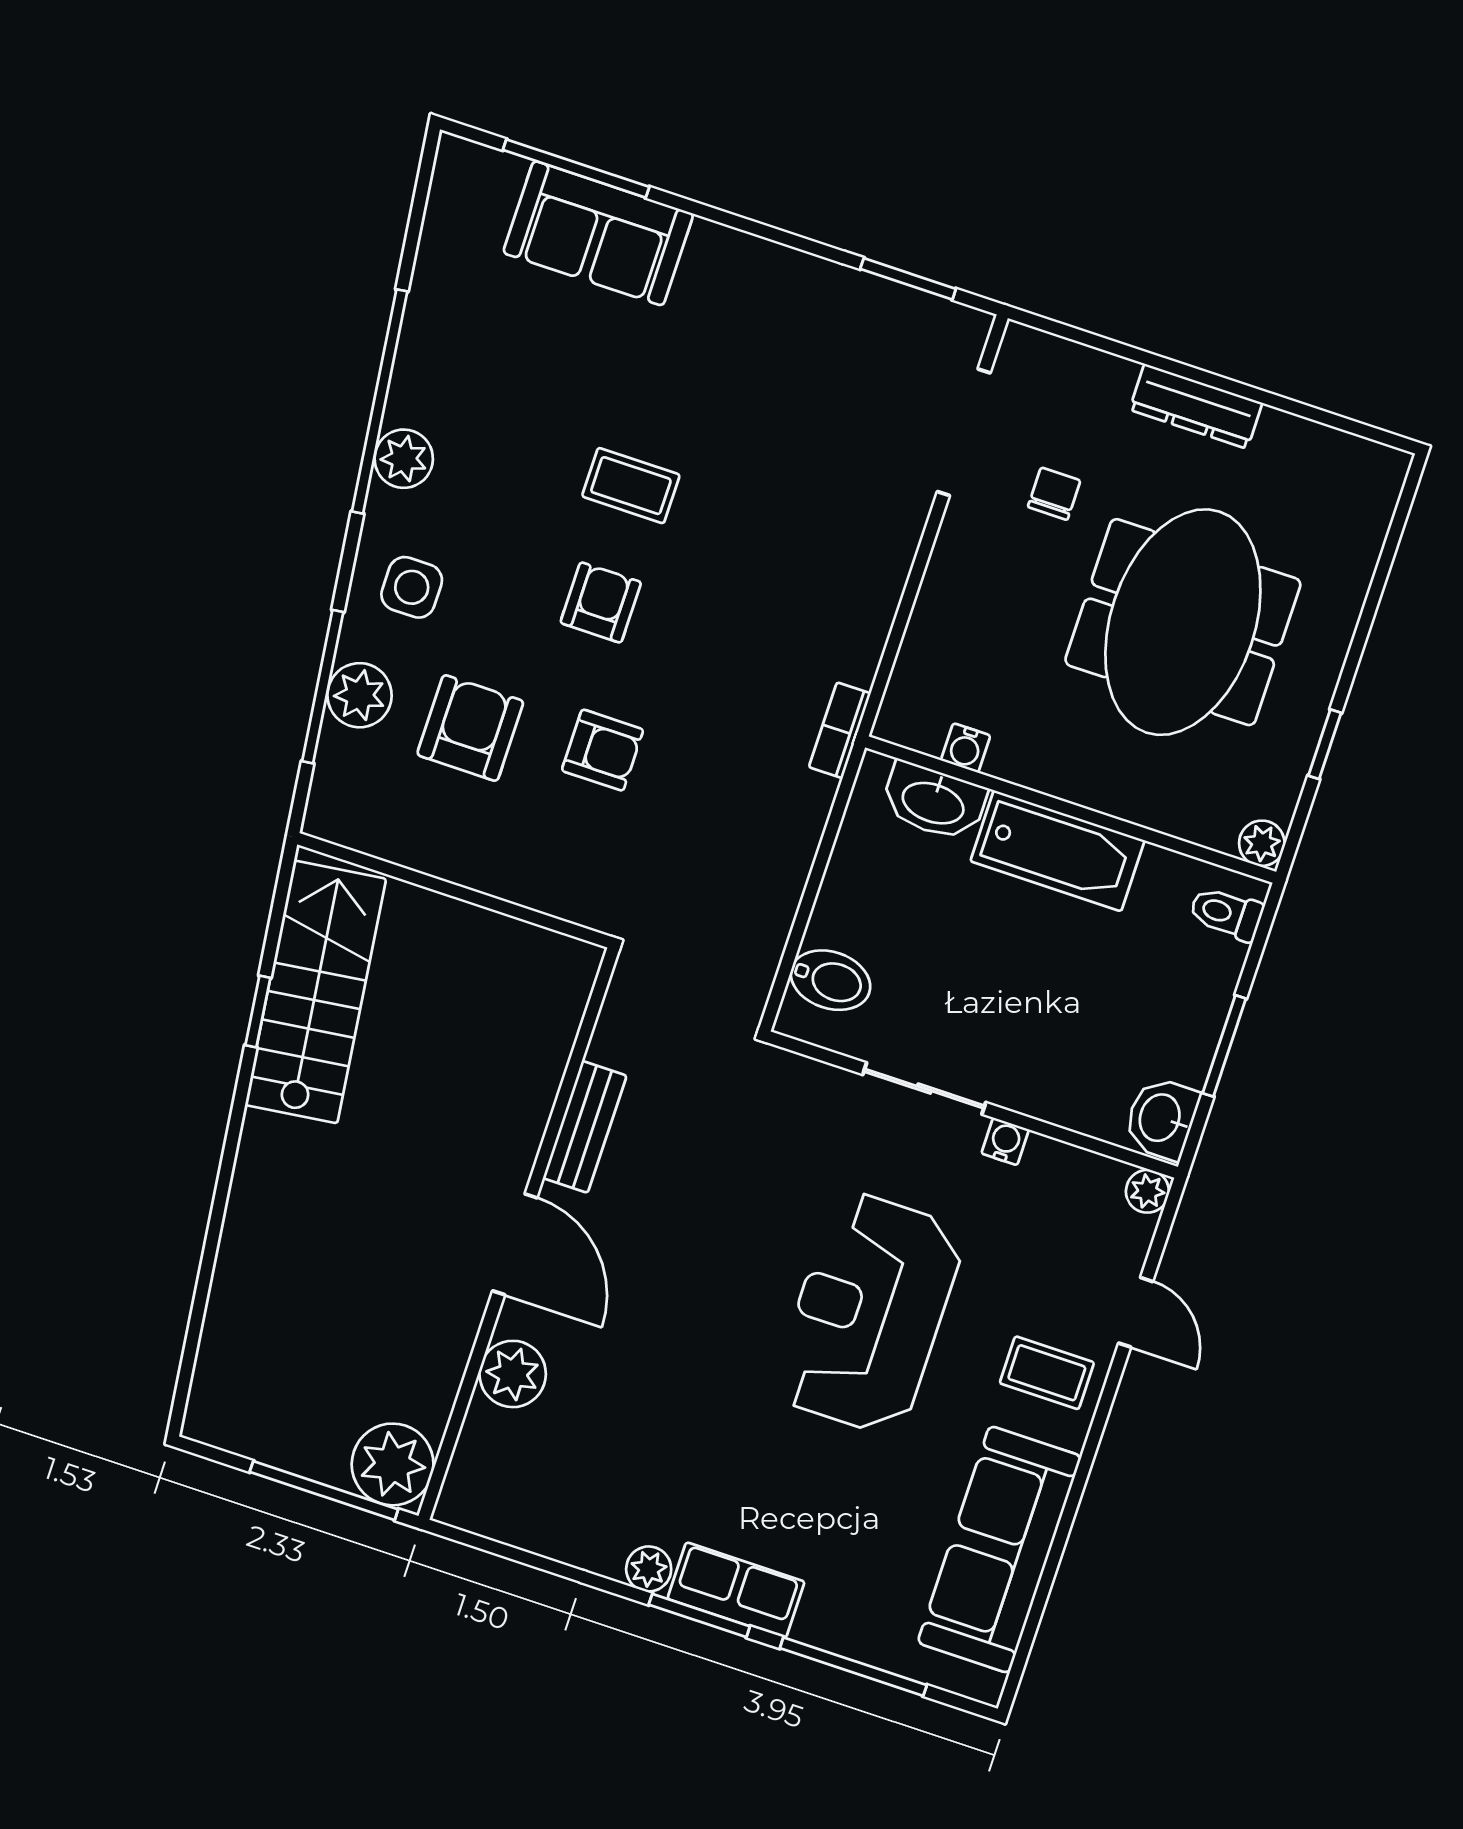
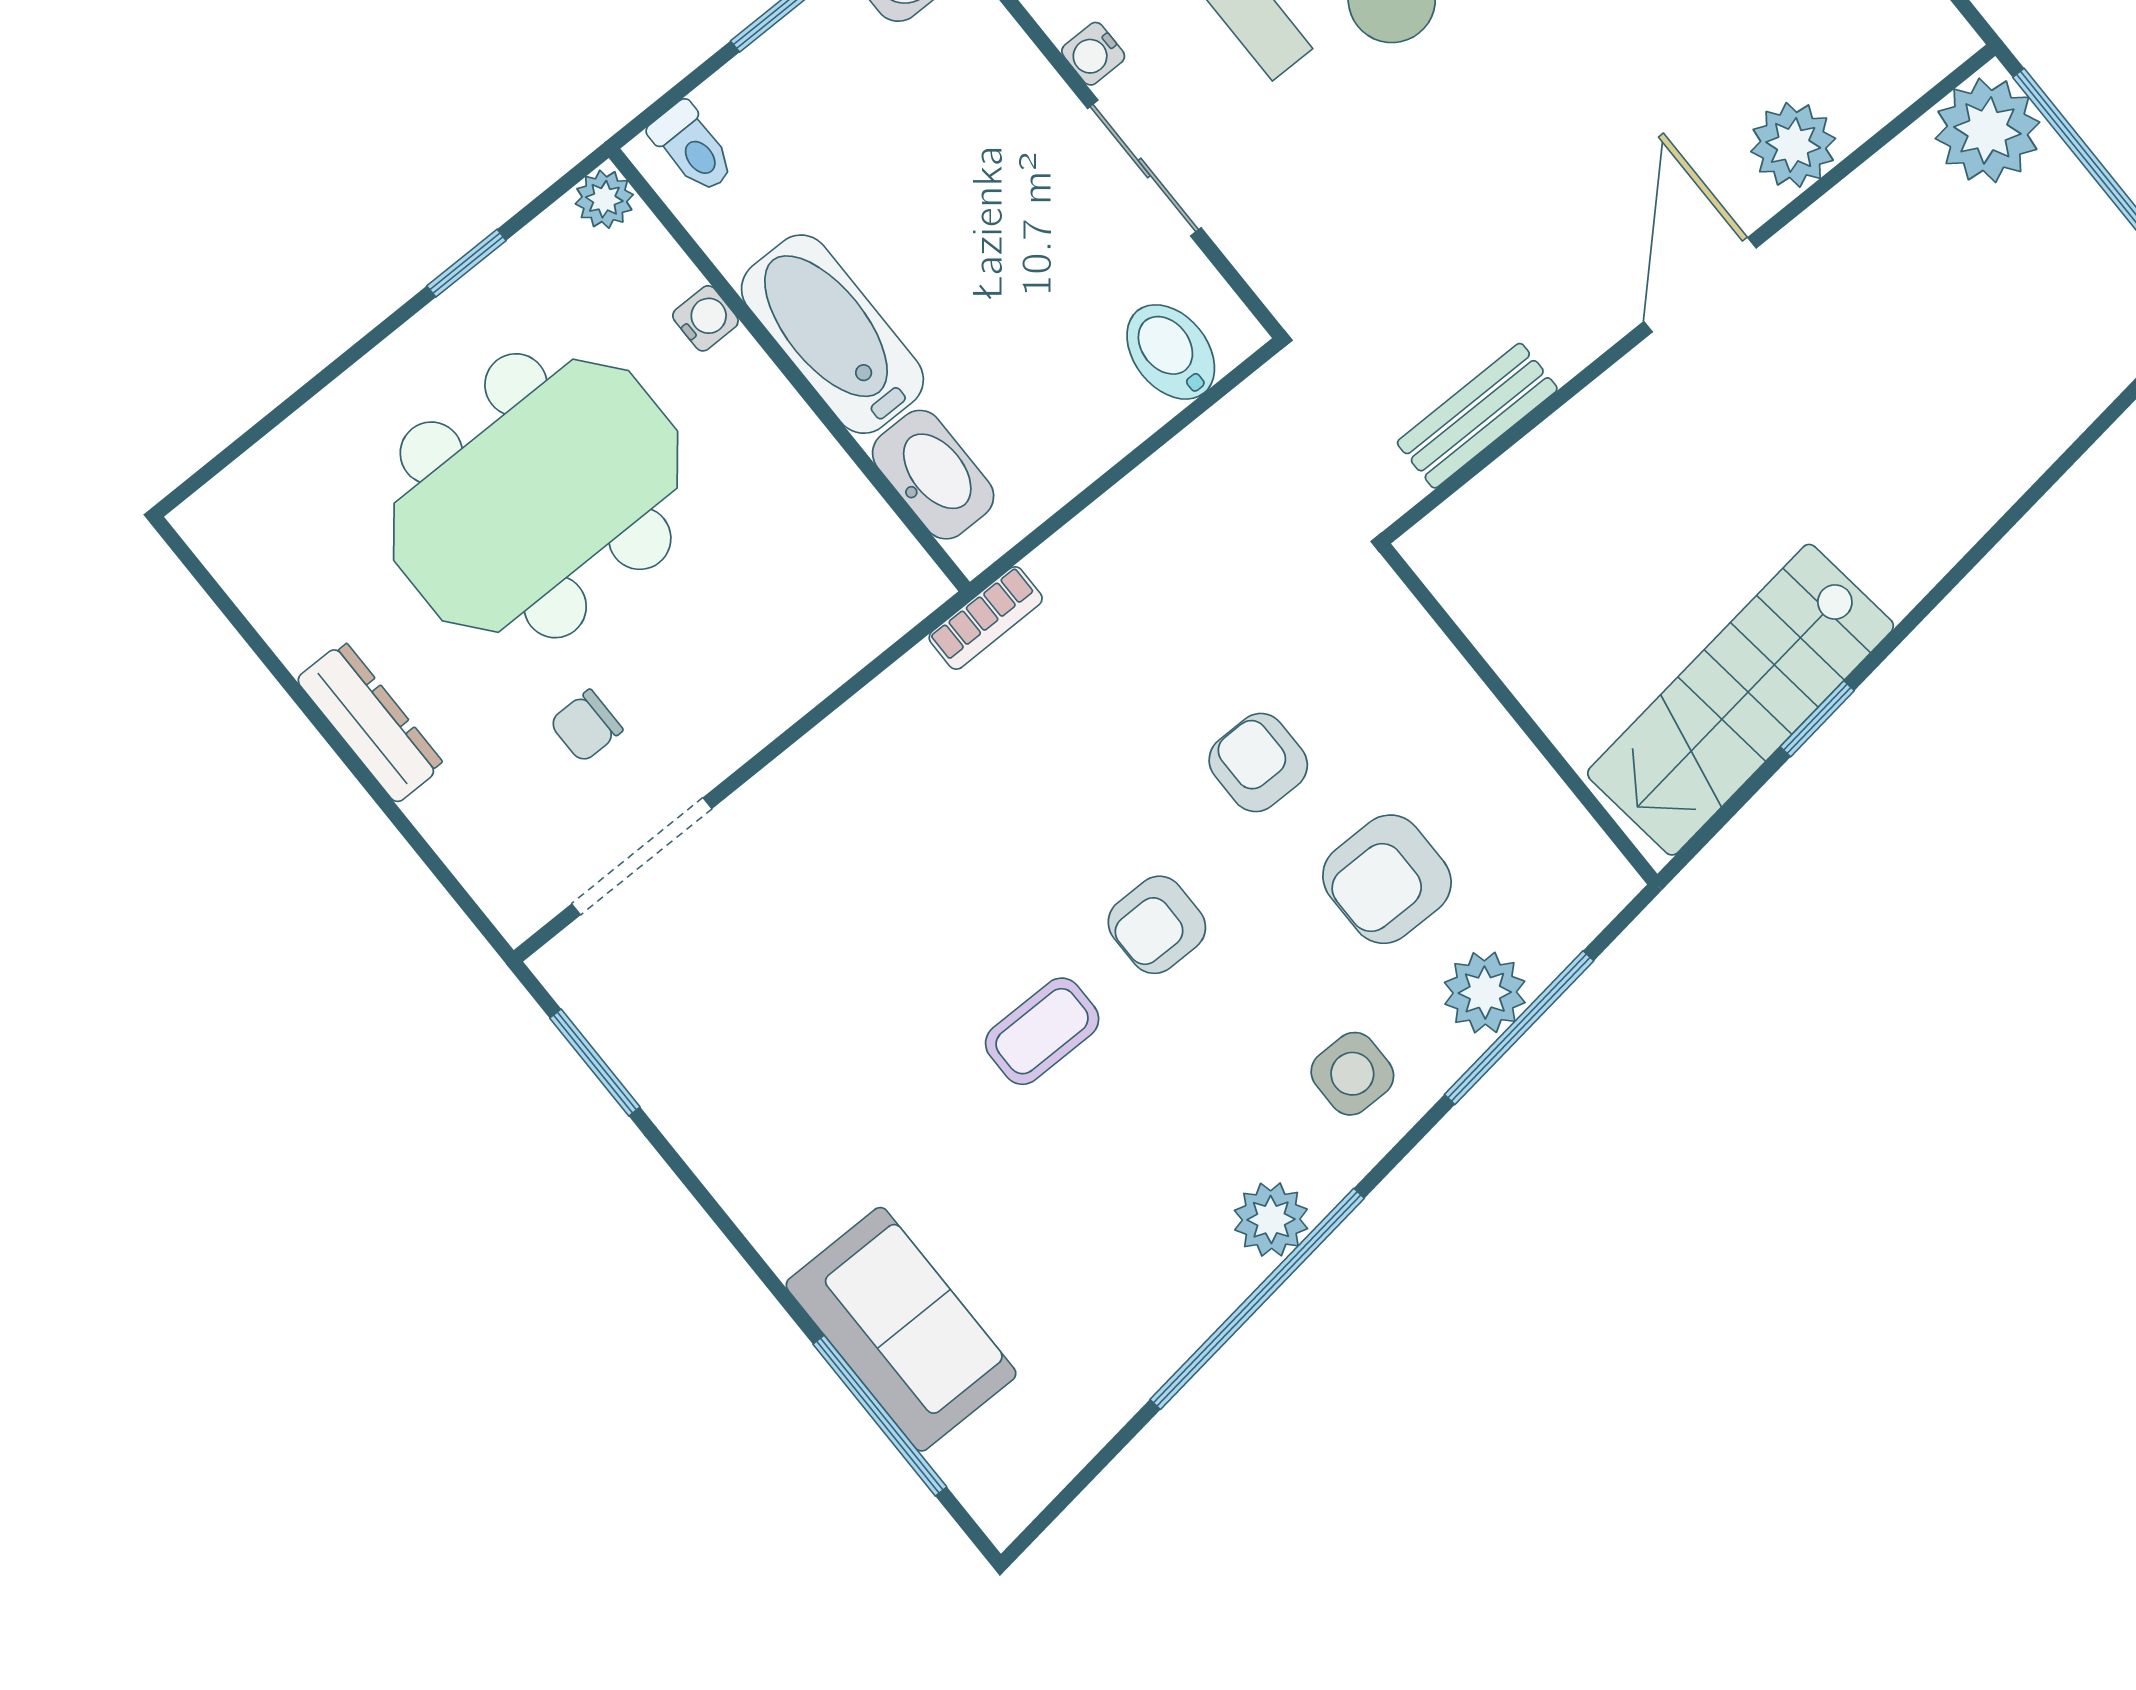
coffee table: (631, 486) -> (1042, 1031), turned 90
water cooler: (966, 748) -> (705, 318), moved
bench: (585, 1127) -> (1477, 416), moved

